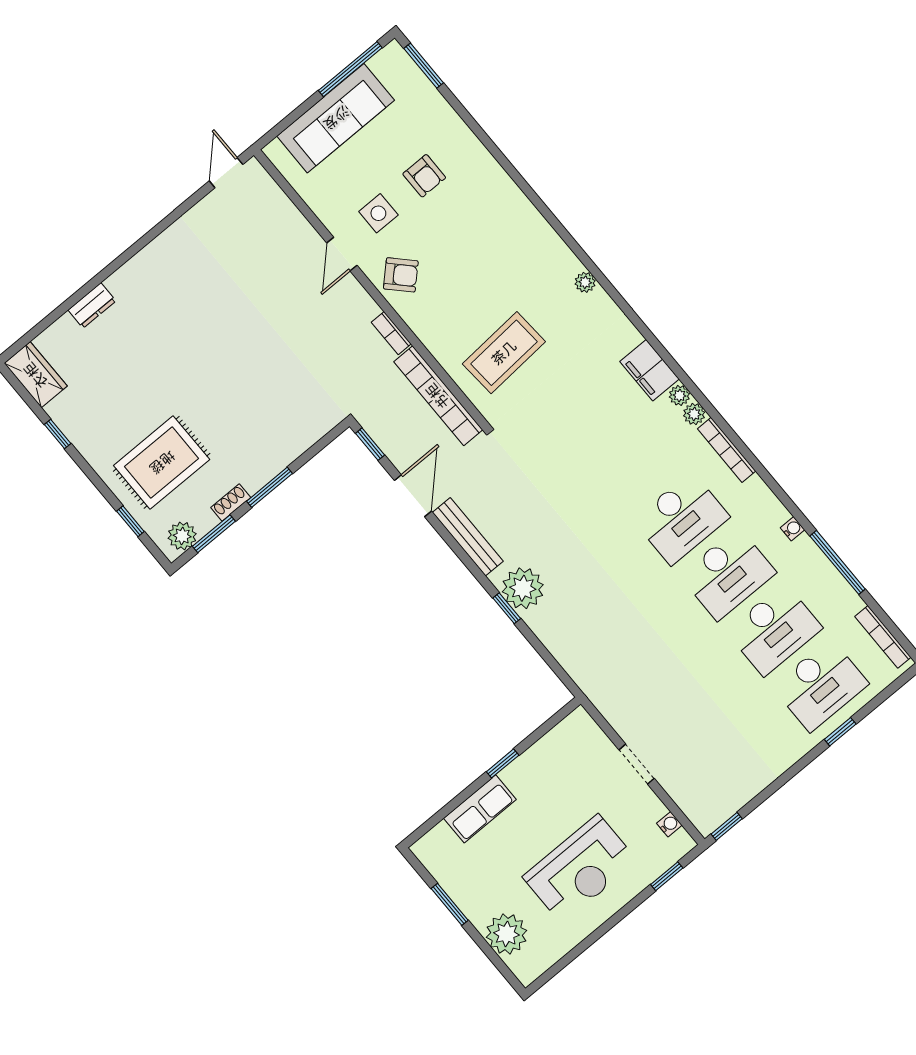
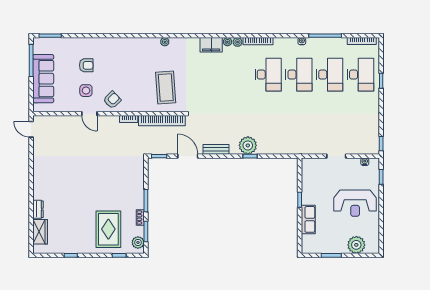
wardrobe: (36, 375) -> (40, 232), moved, turned 90
bench: (468, 537) -> (216, 149), width x0.73
reception desk: (580, 869) -> (355, 203), turned 90

